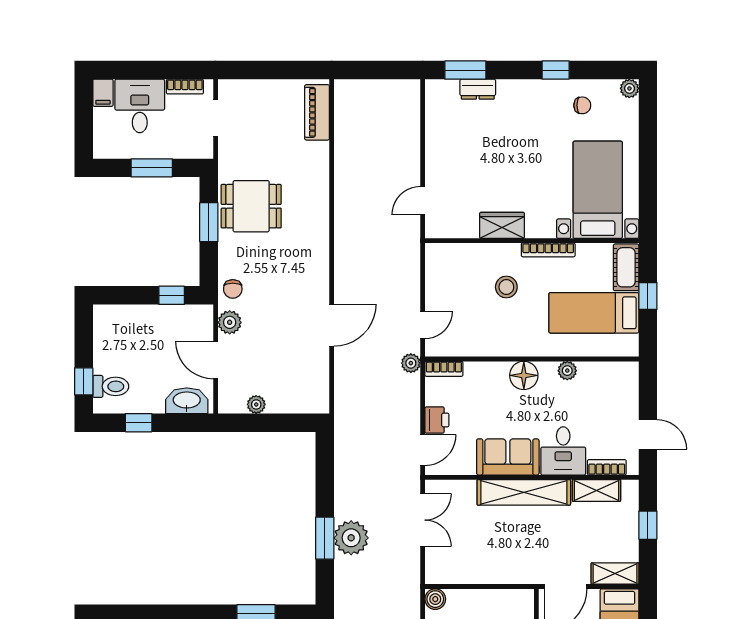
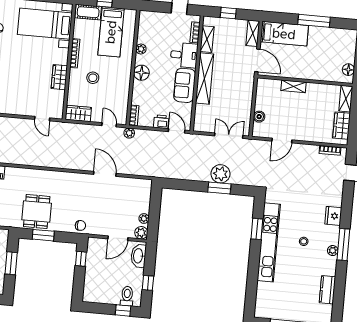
wardrobe: (438, 266) -> (78, 113), added
plant: (230, 322) -> (141, 233), moved
double door: (423, 520) -> (229, 136), moved
boiler: (435, 599) -> (259, 117), moved

